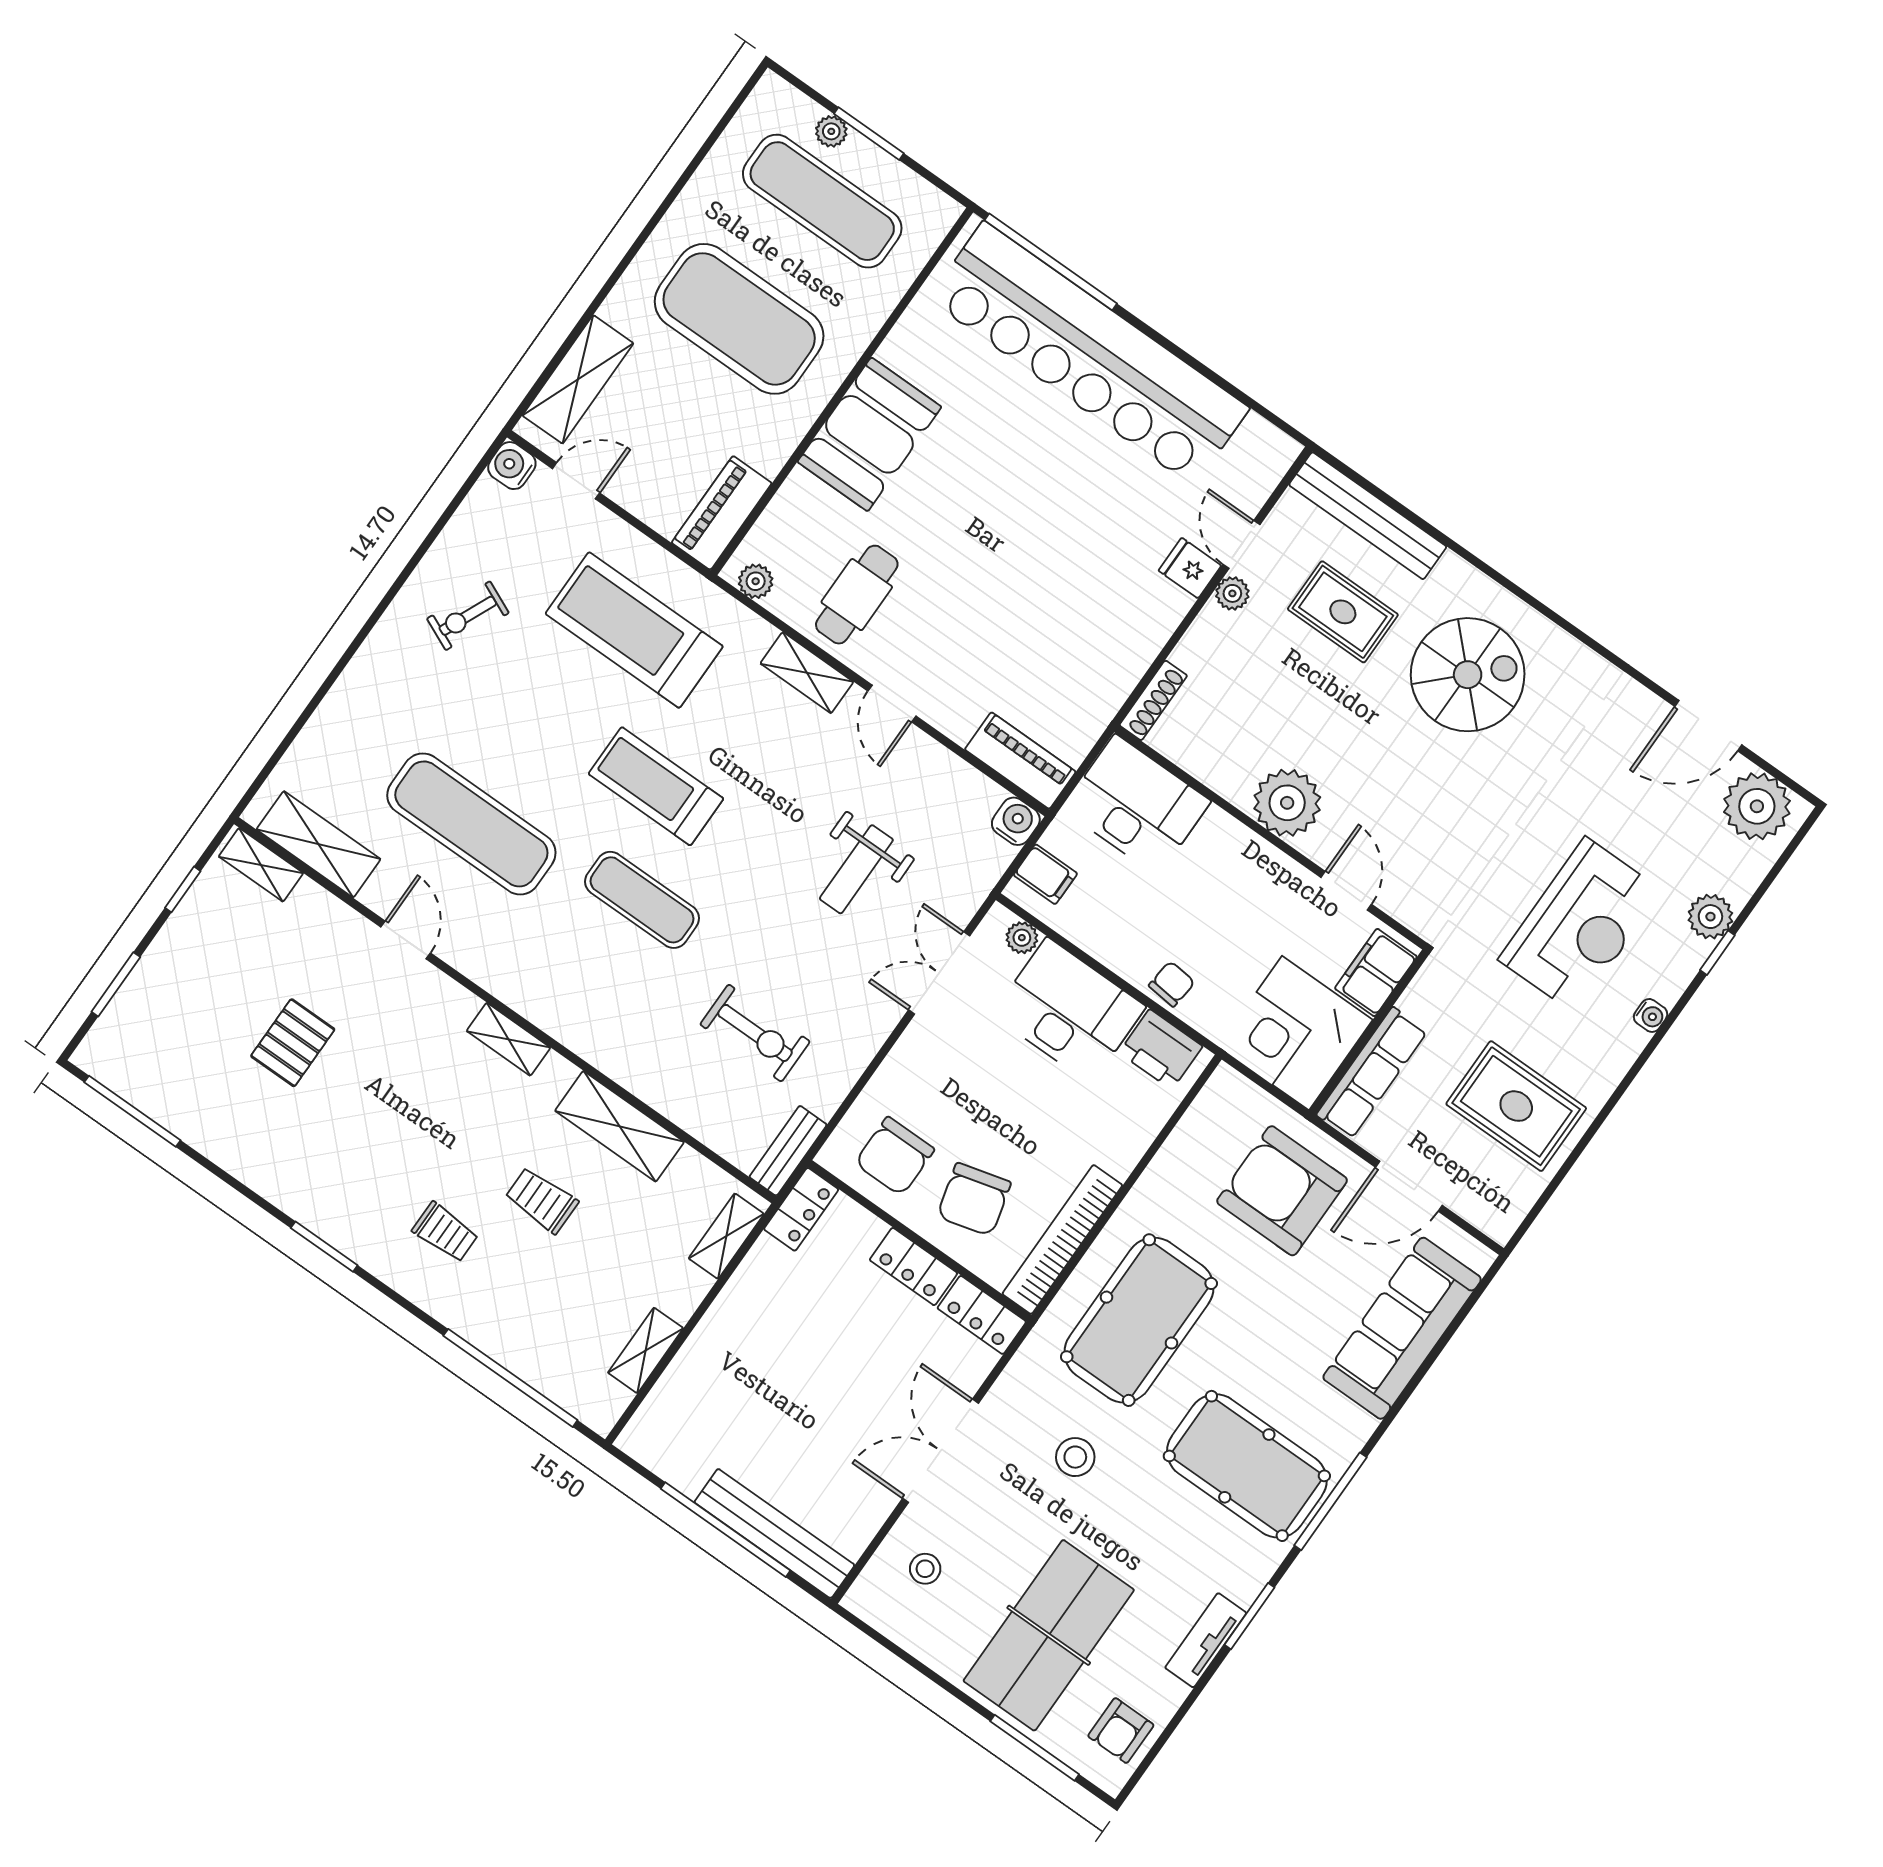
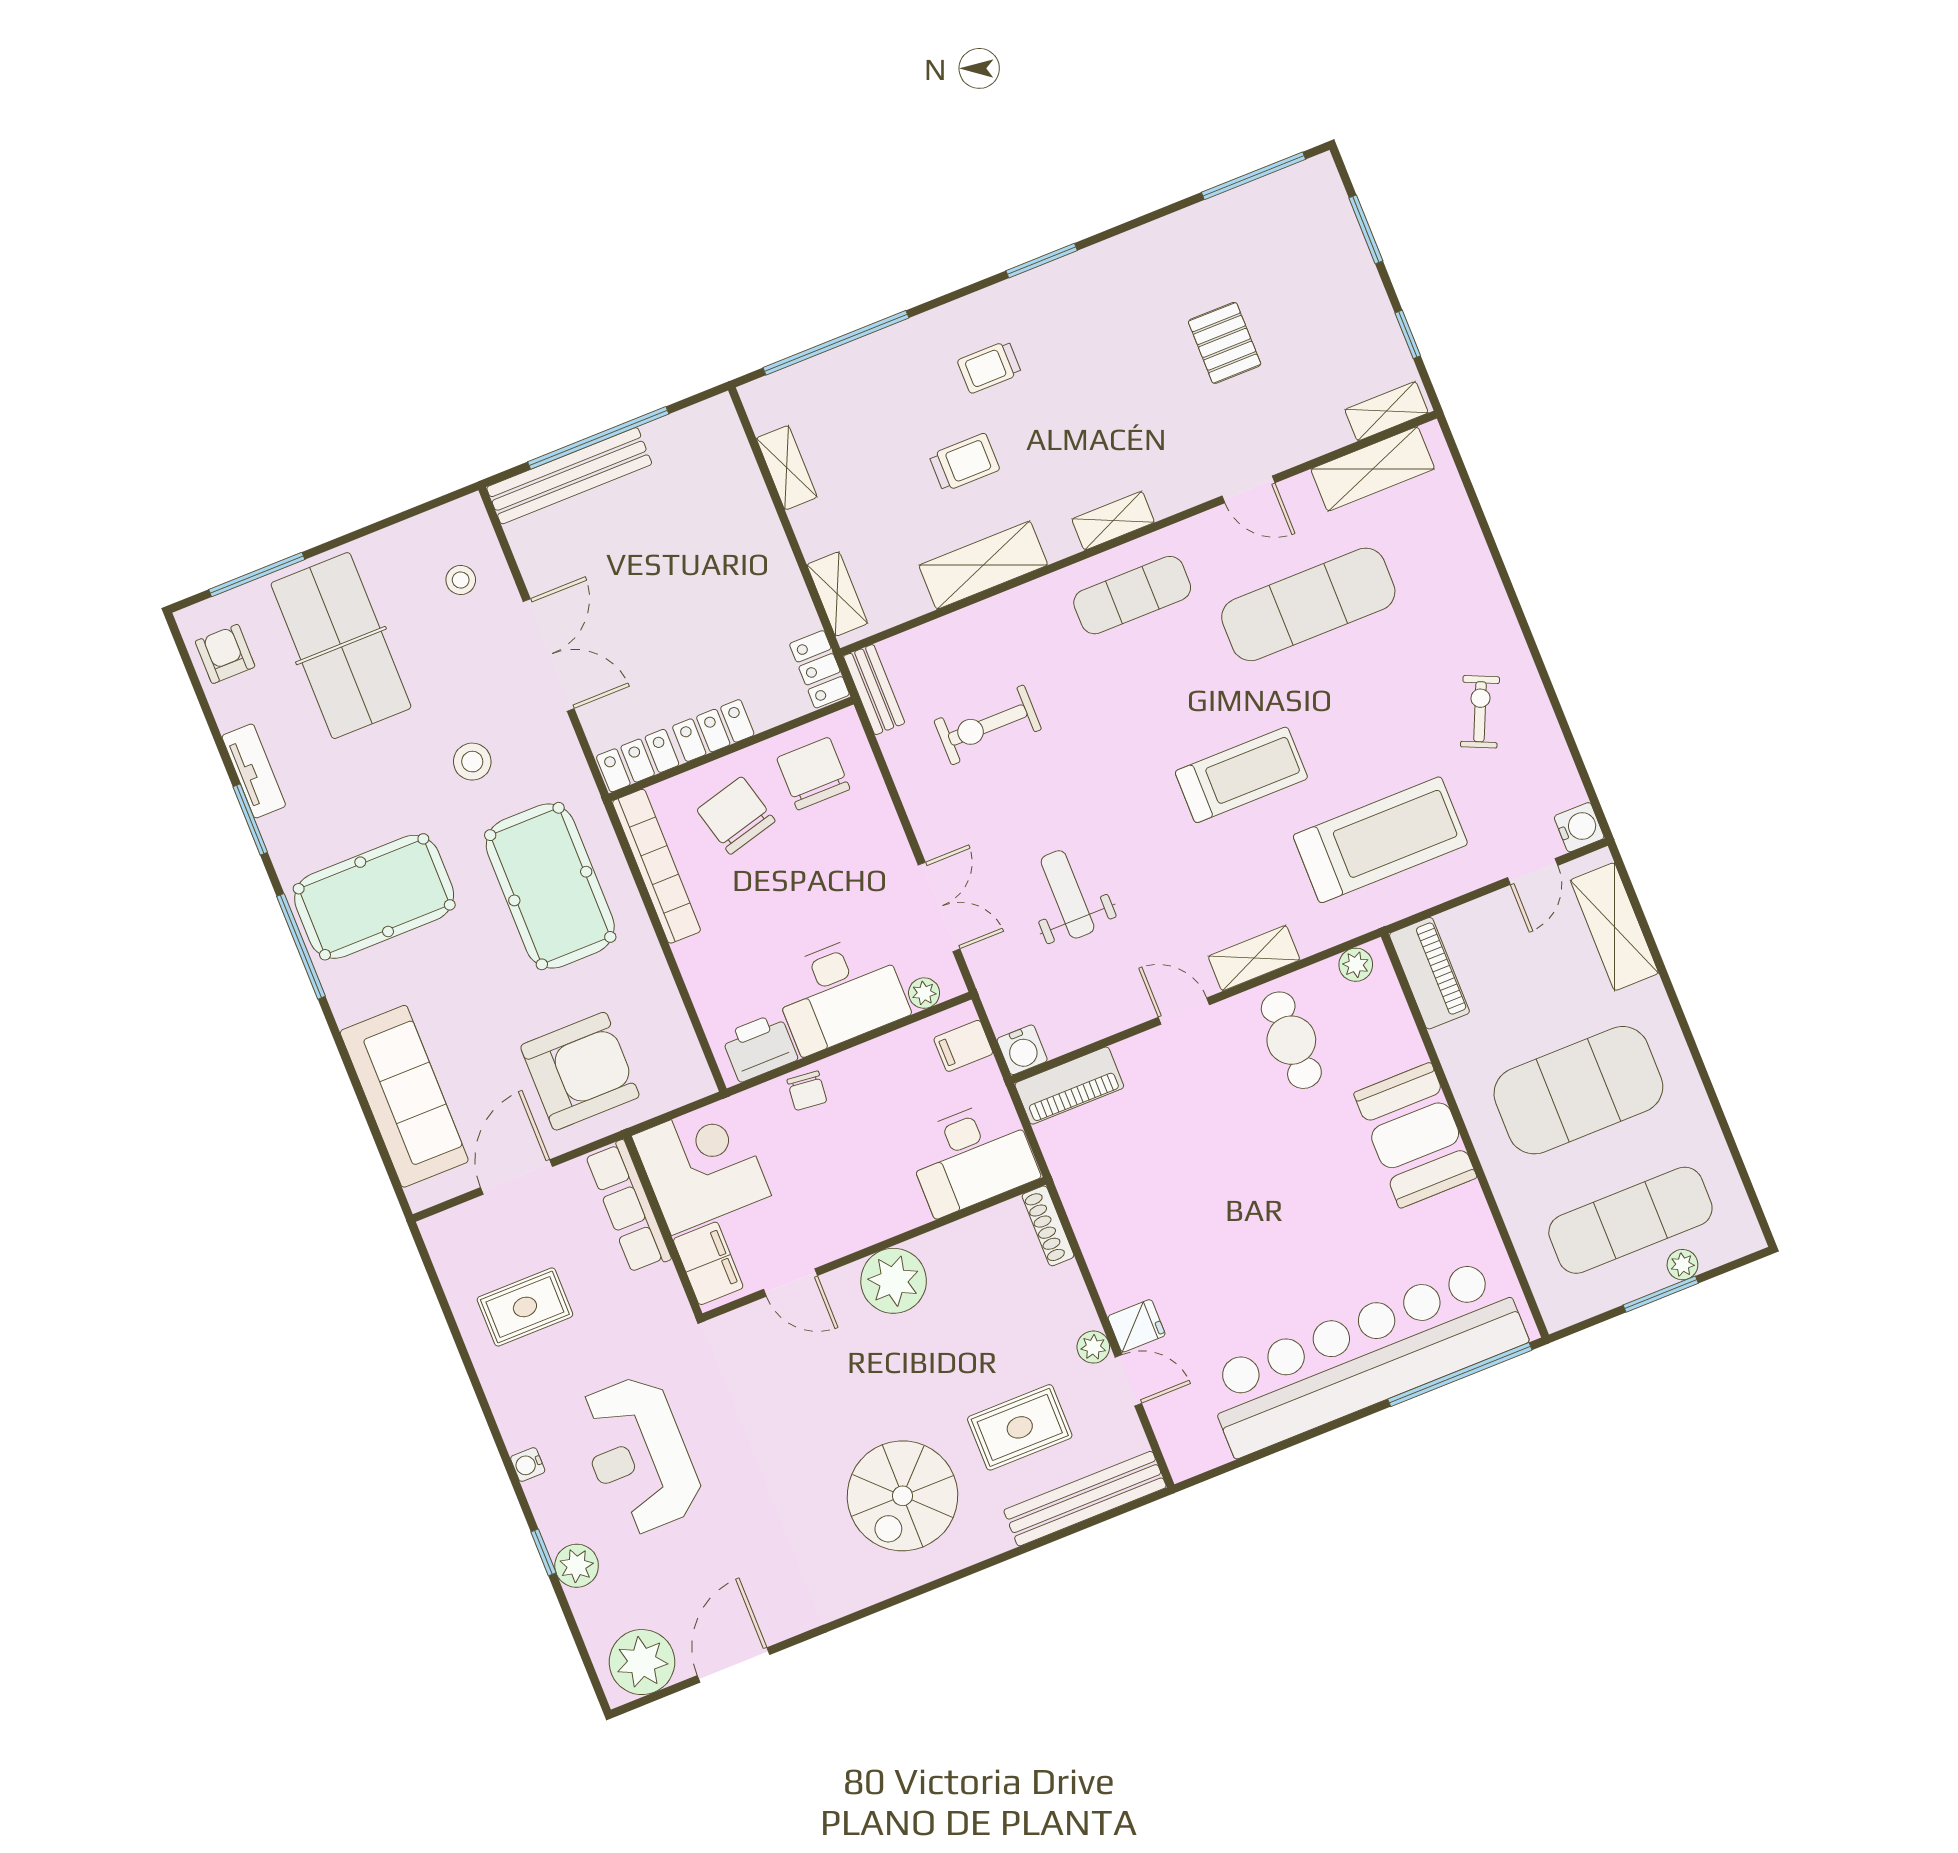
exercise mat: (642, 900) -> (1132, 595), moved
rug: (1516, 1106) -> (525, 1307), width x0.73, depth x0.70

